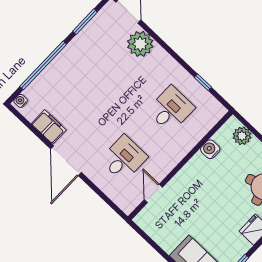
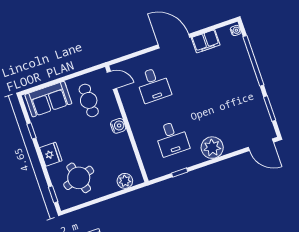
plant: (140, 44) -> (212, 148), moved
water cooler: (210, 149) -> (118, 126), moved
door: (153, 193) -> (112, 80), moved
cafe table: (176, 219) -> (89, 100), added

